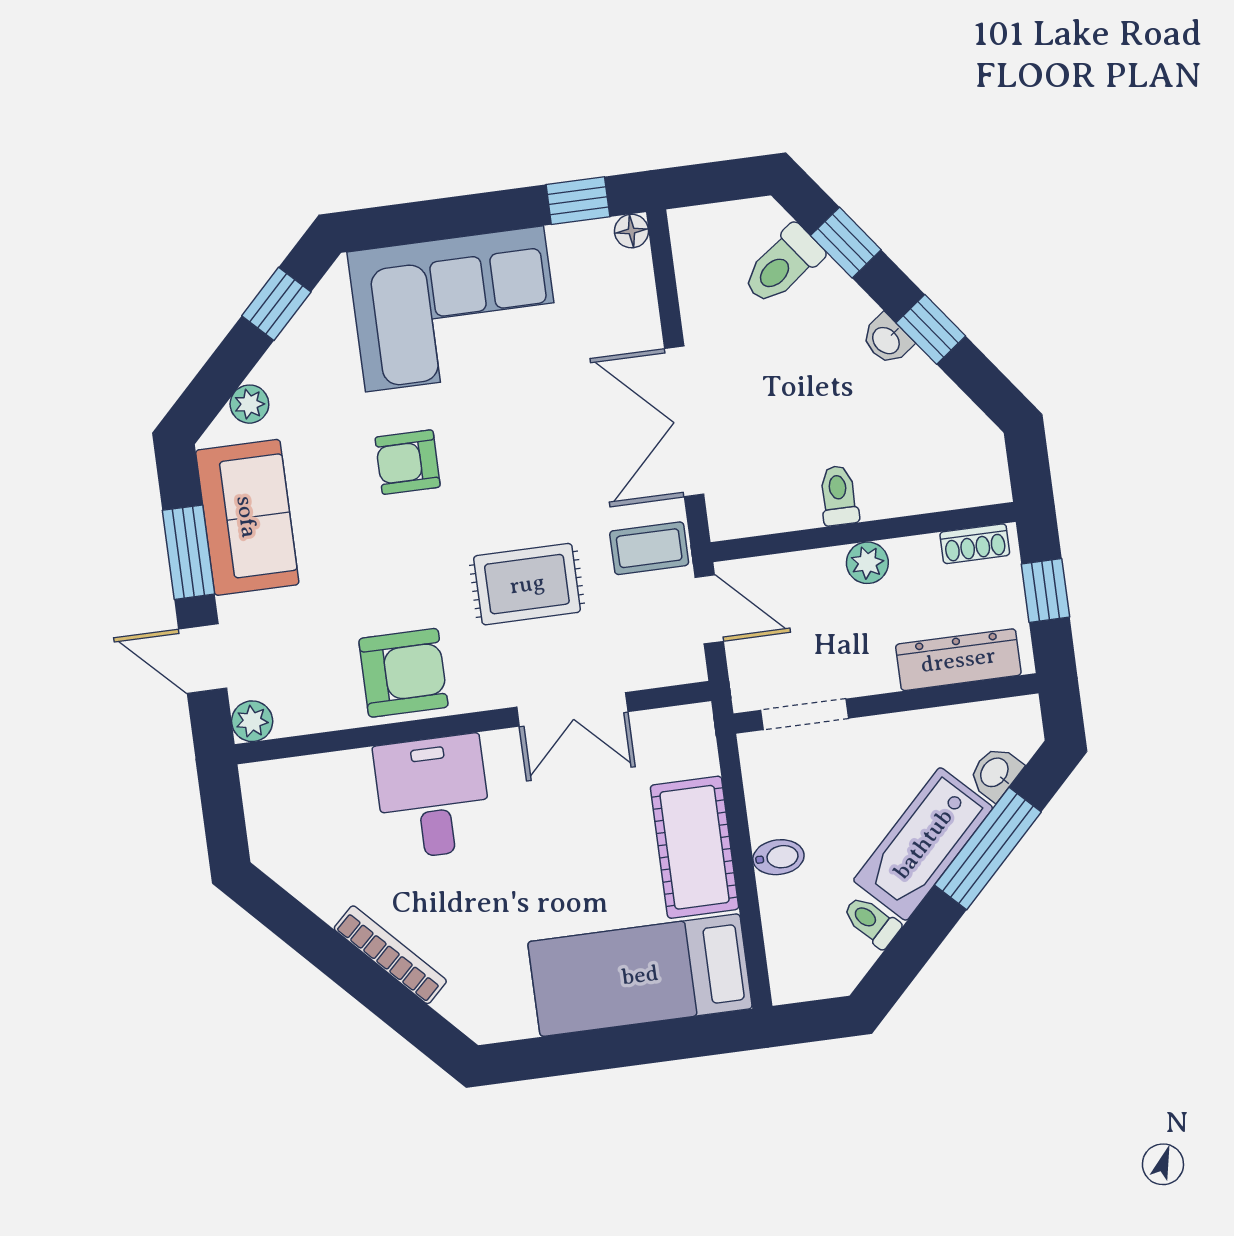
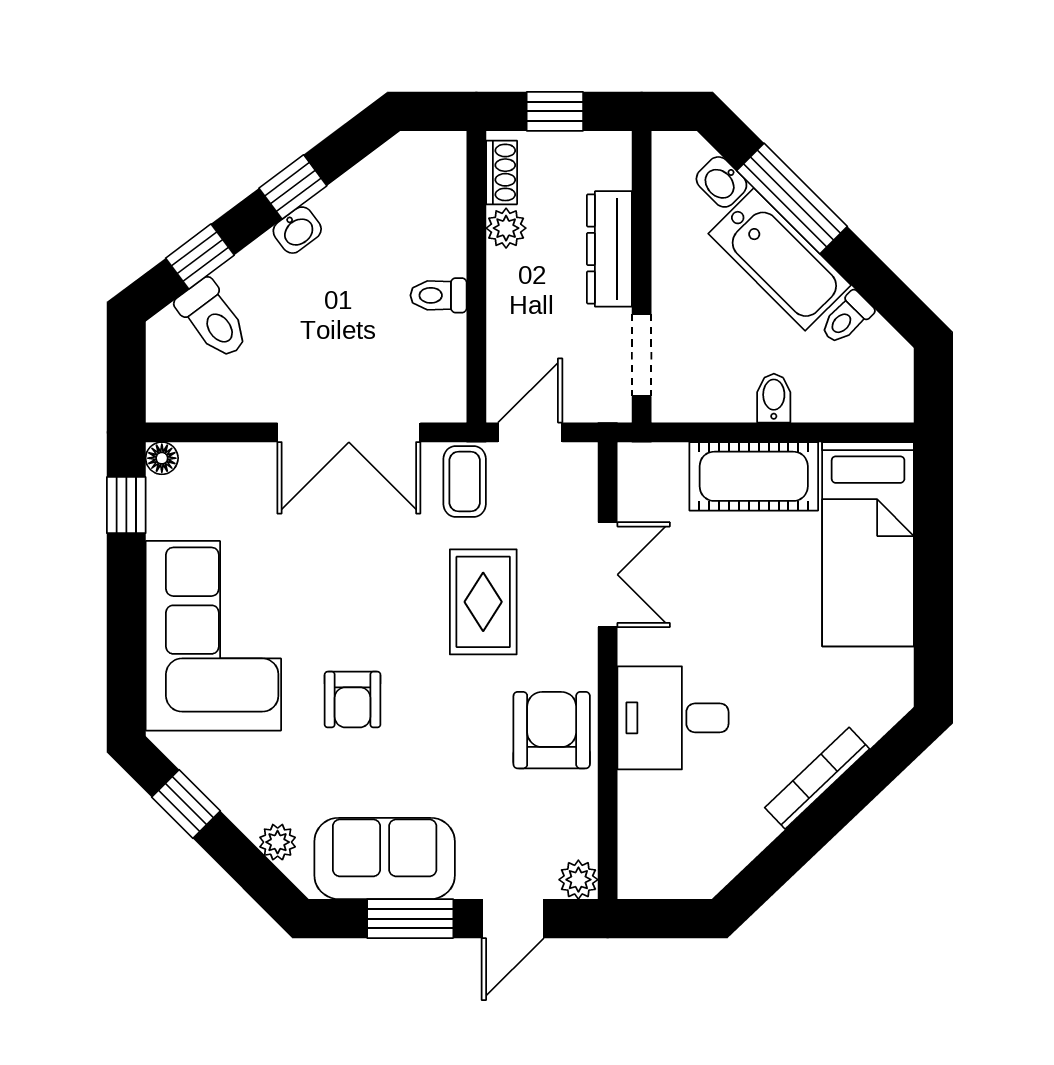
plant: (867, 563) -> (506, 228), moved
dresser: (958, 660) -> (609, 249), moved

